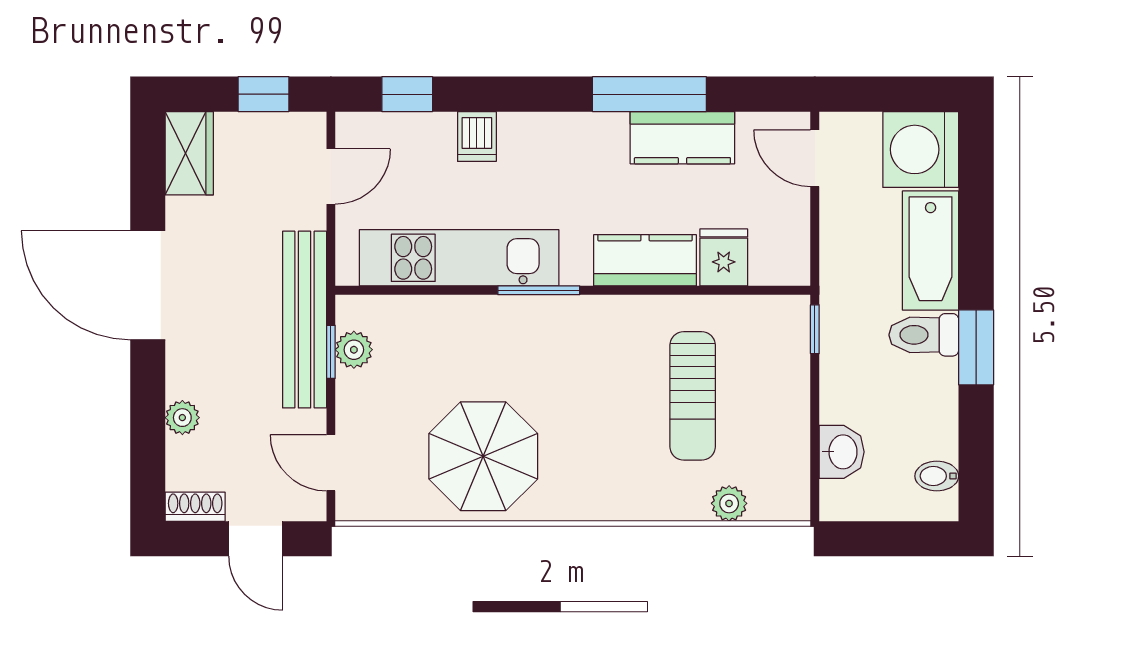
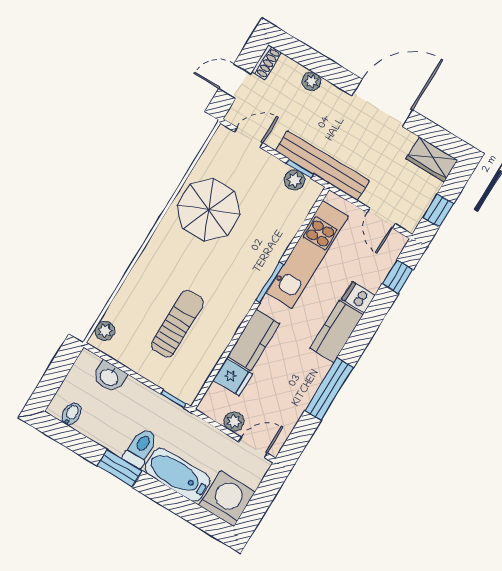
kitchen counter: (682, 138) -> (337, 332), moved
plant: (792, 213) -> (234, 422), added
sun lounger: (693, 396) -> (177, 324), turned 90
plant: (729, 503) -> (105, 331), moved

